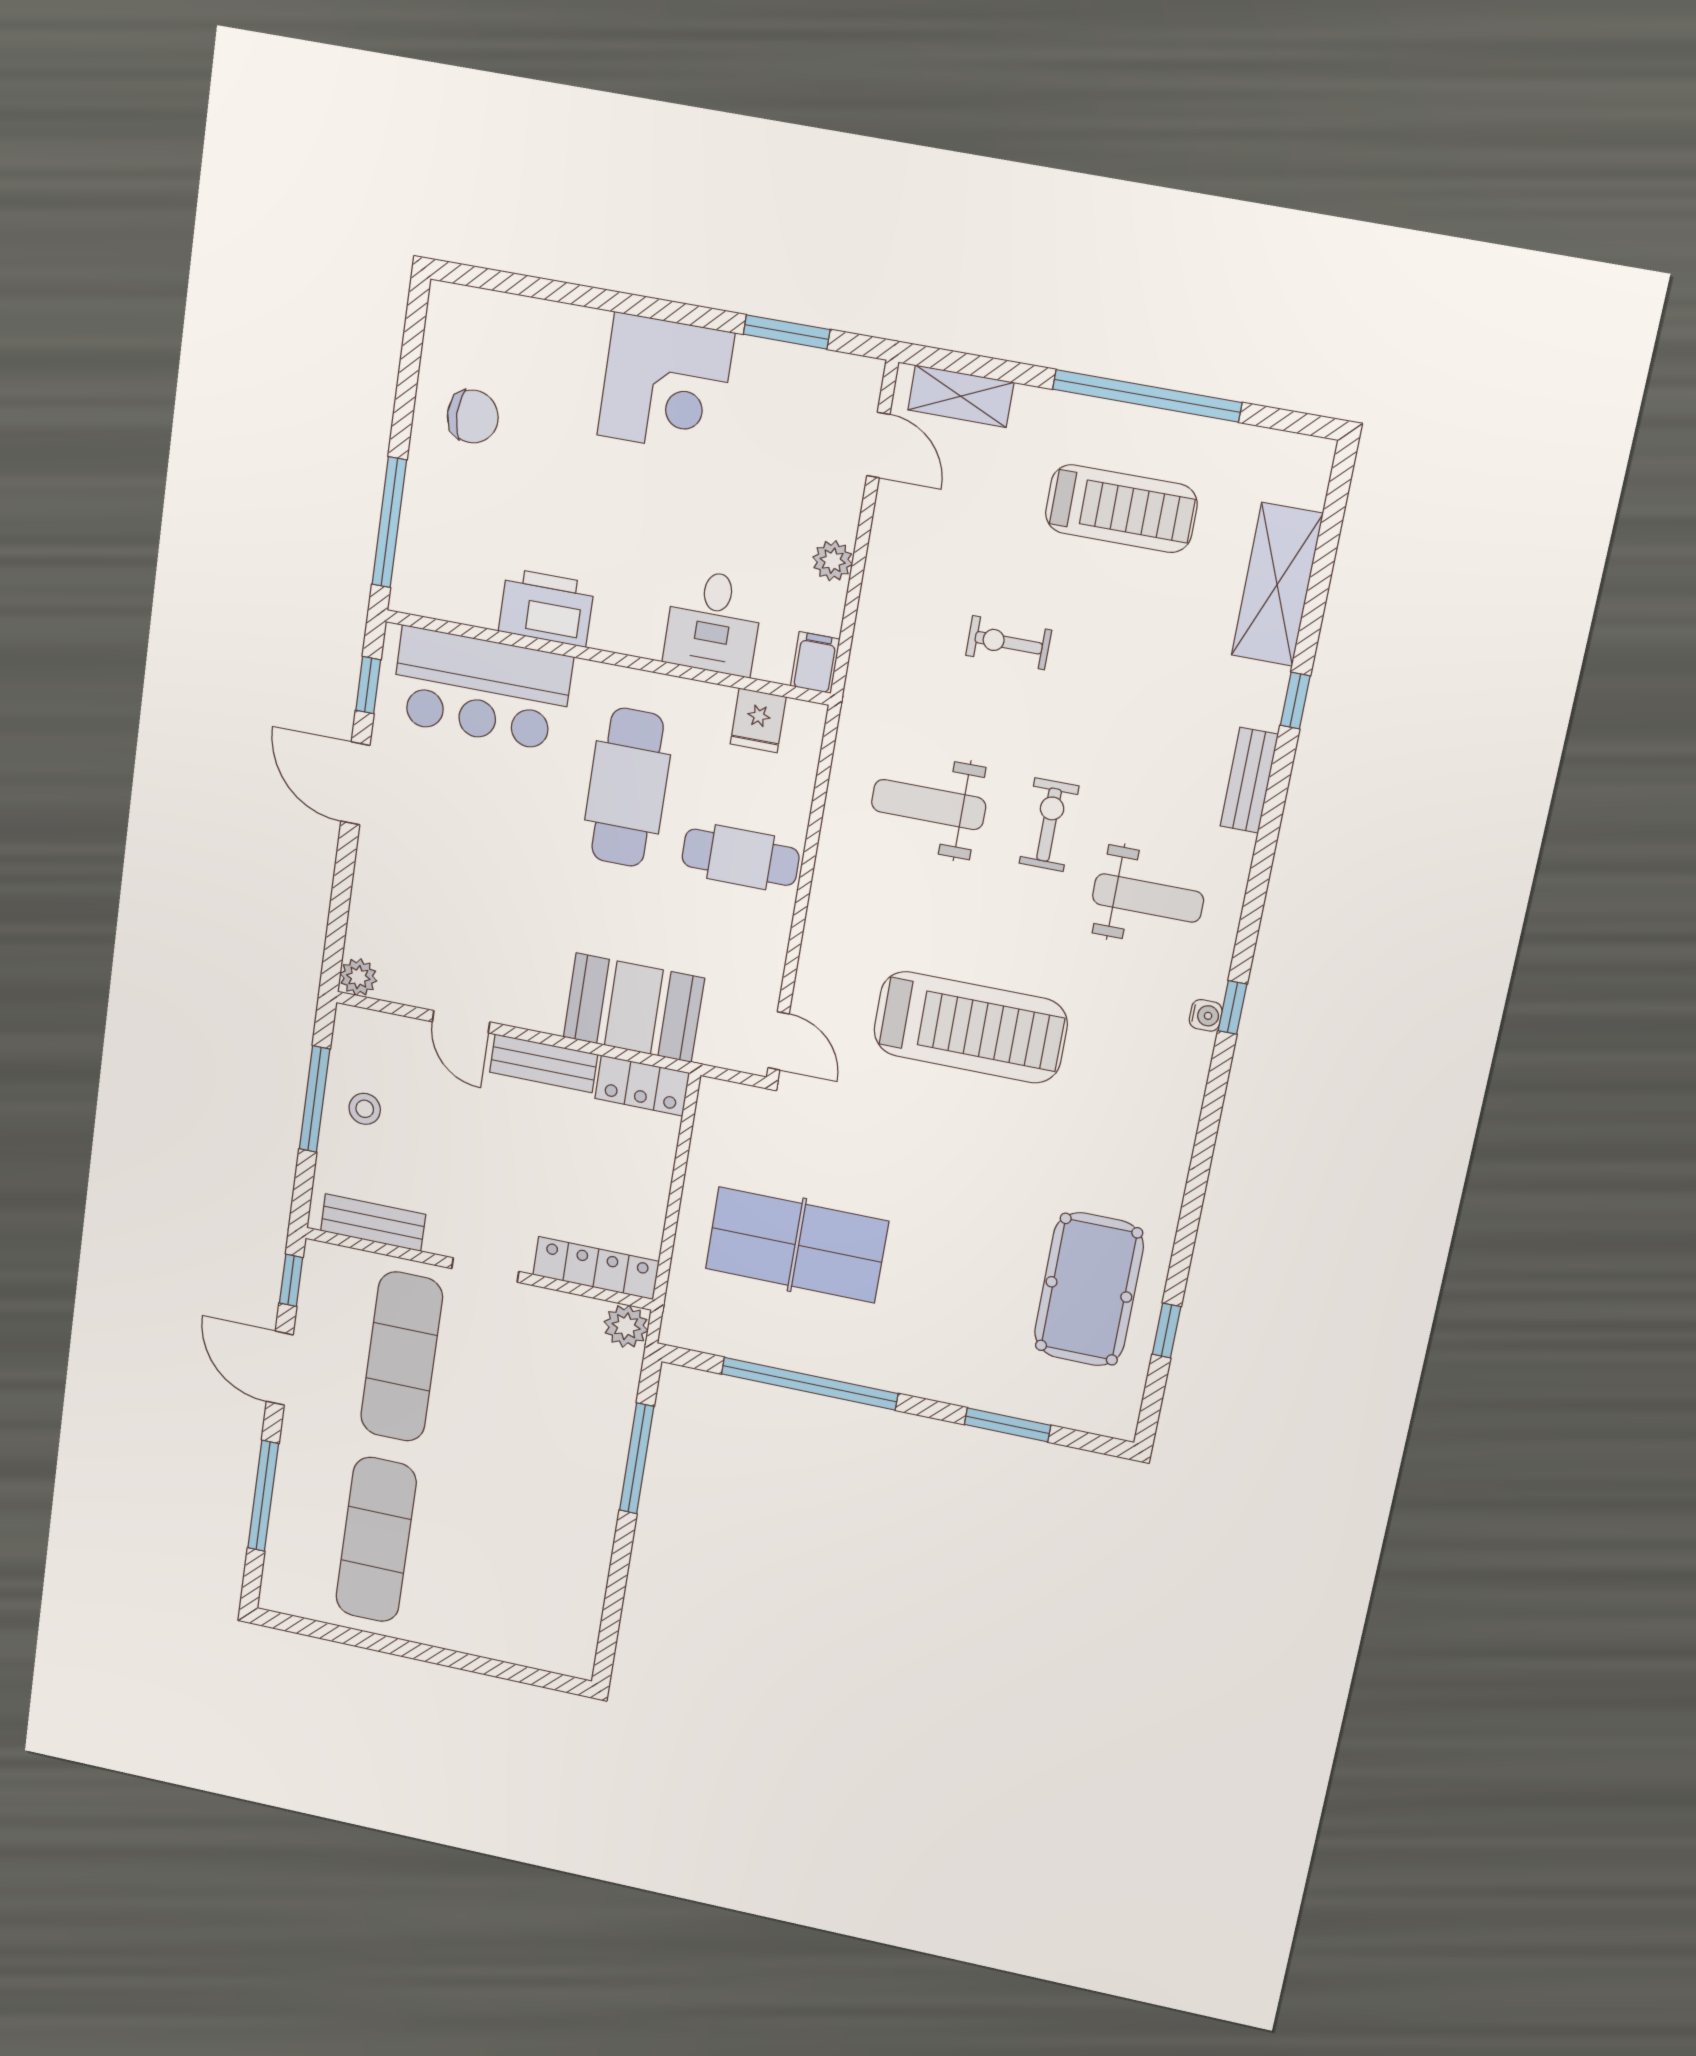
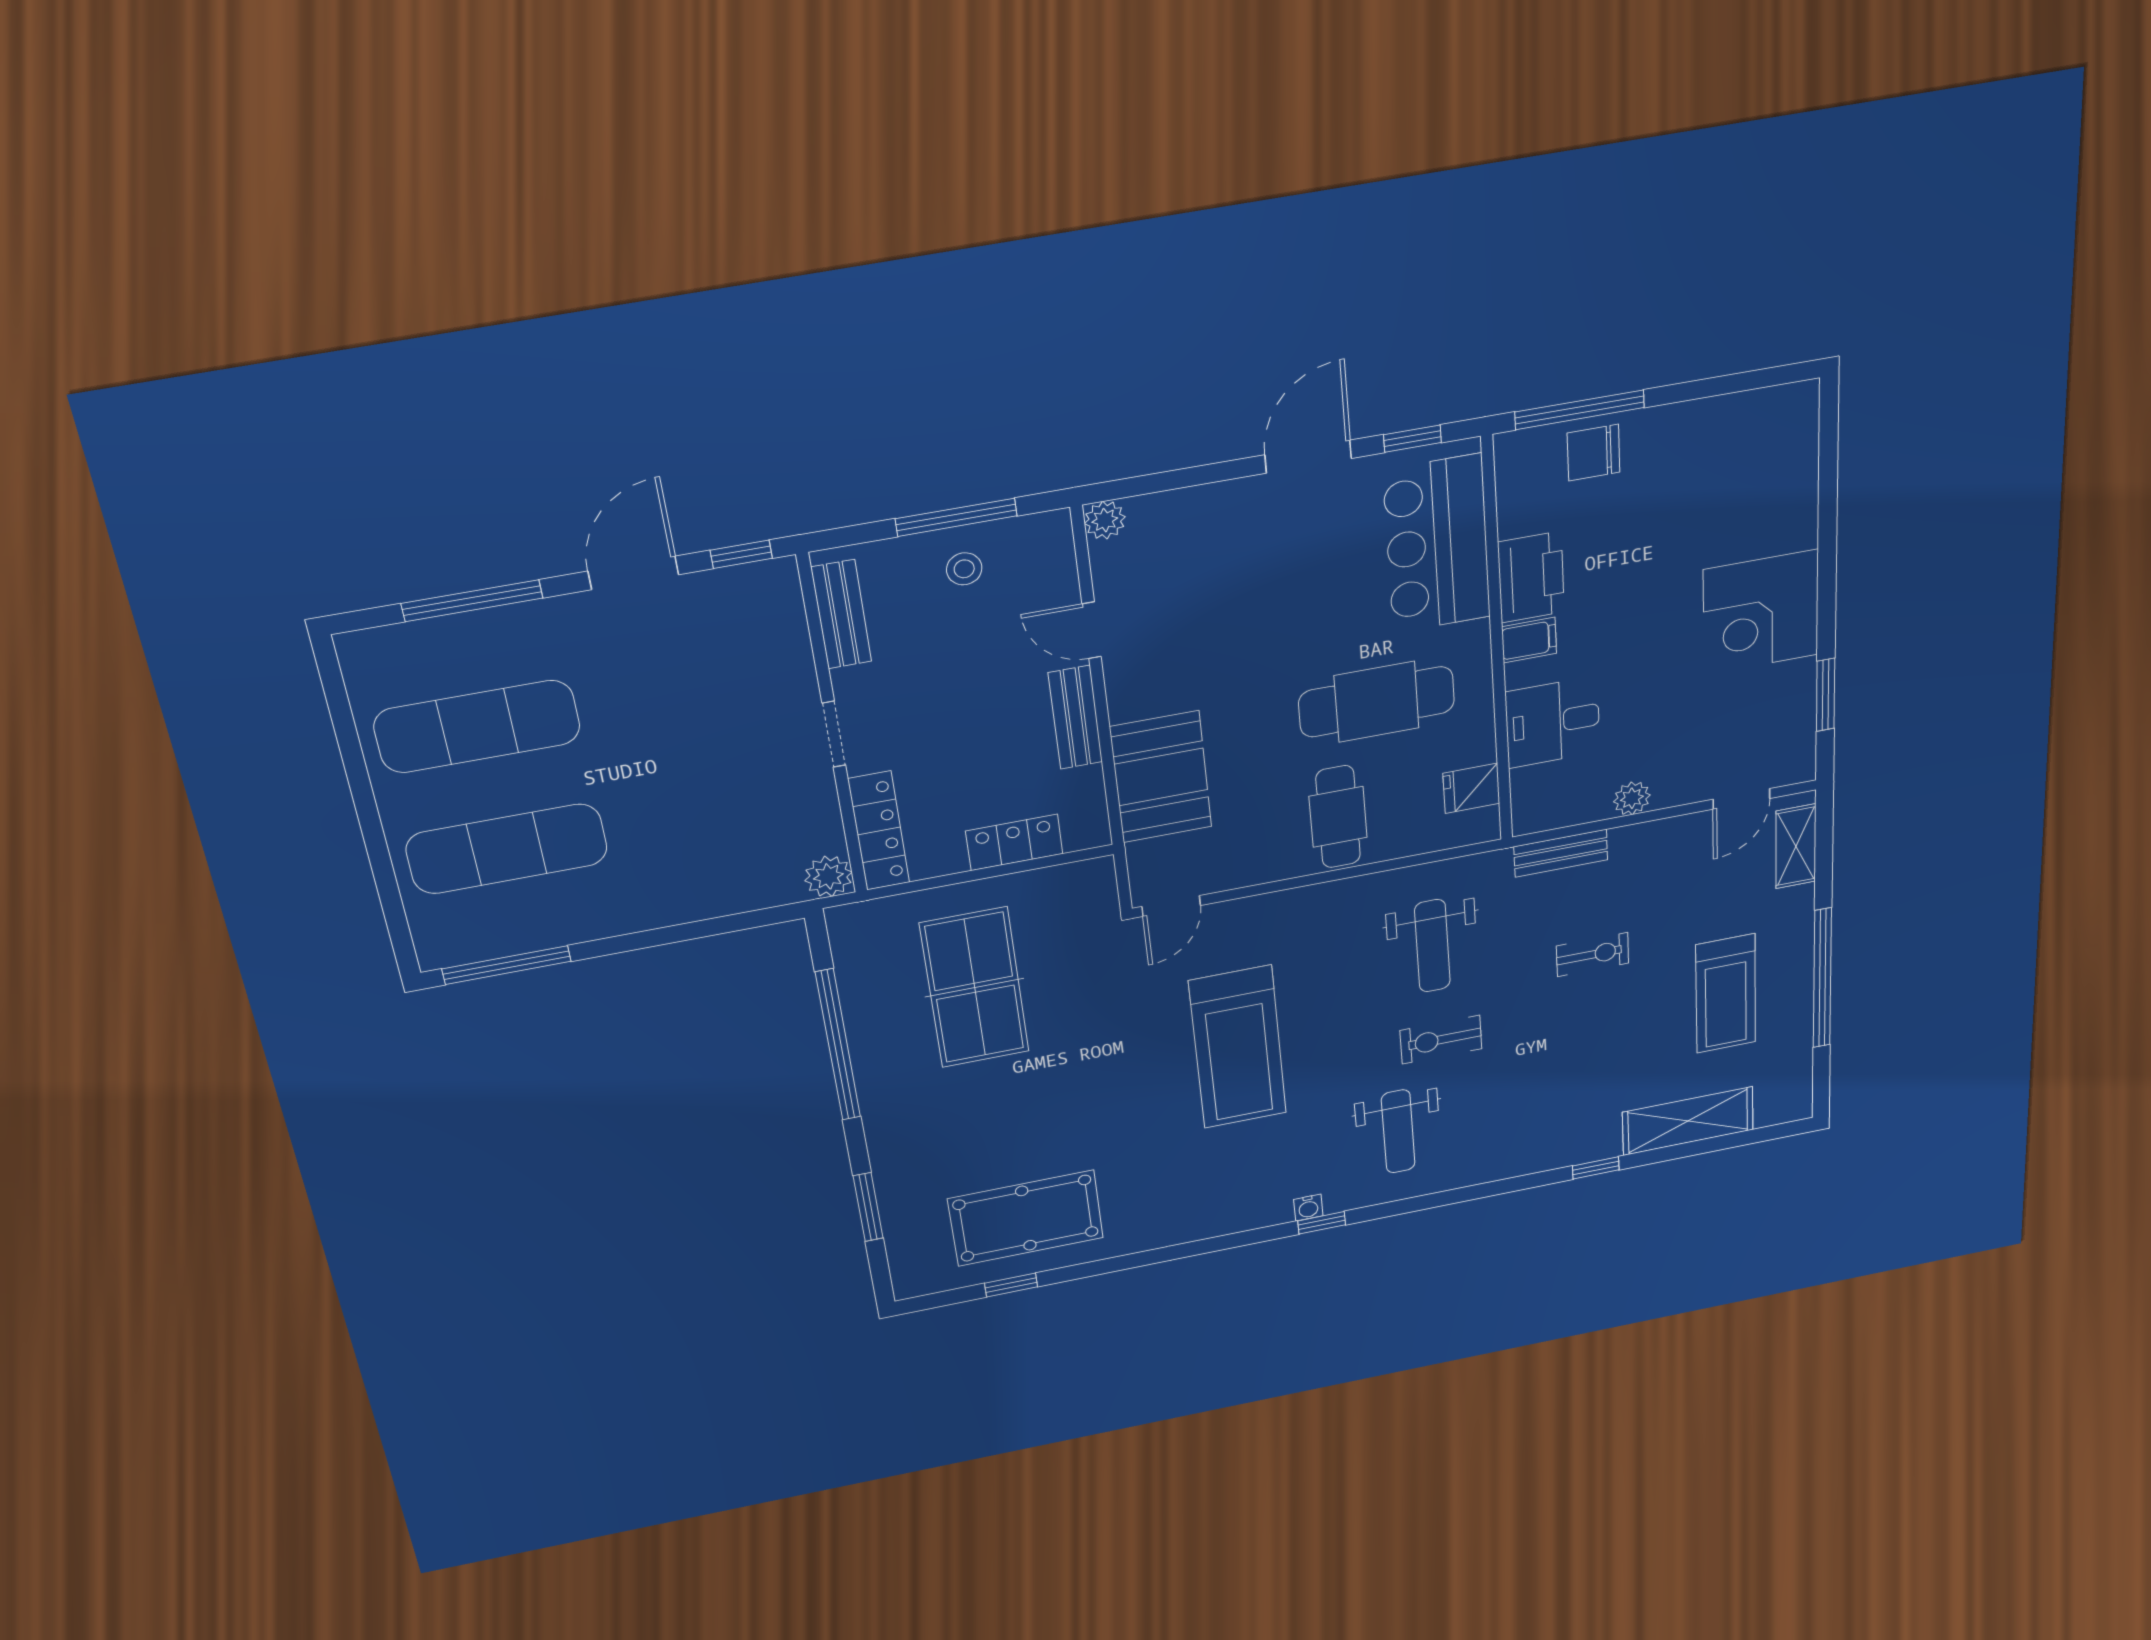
chair: (473, 416) -> (1594, 453), moved, turned 90
exercise bike: (1009, 643) -> (1592, 955), turned 90
filing cabinet: (815, 663) -> (1529, 640), moved
bench: (1249, 780) -> (1561, 853), moved
weight bench: (929, 805) -> (1432, 946), turned 180
exercise bike: (1049, 825) -> (1441, 1040), turned 180
door: (461, 1022) -> (1092, 630), hinge flipped
locker: (642, 1086) -> (1014, 842), moved, turned 90
exercise mat: (402, 1357) -> (507, 849), moved
window: (637, 1458) -> (507, 965), moved

